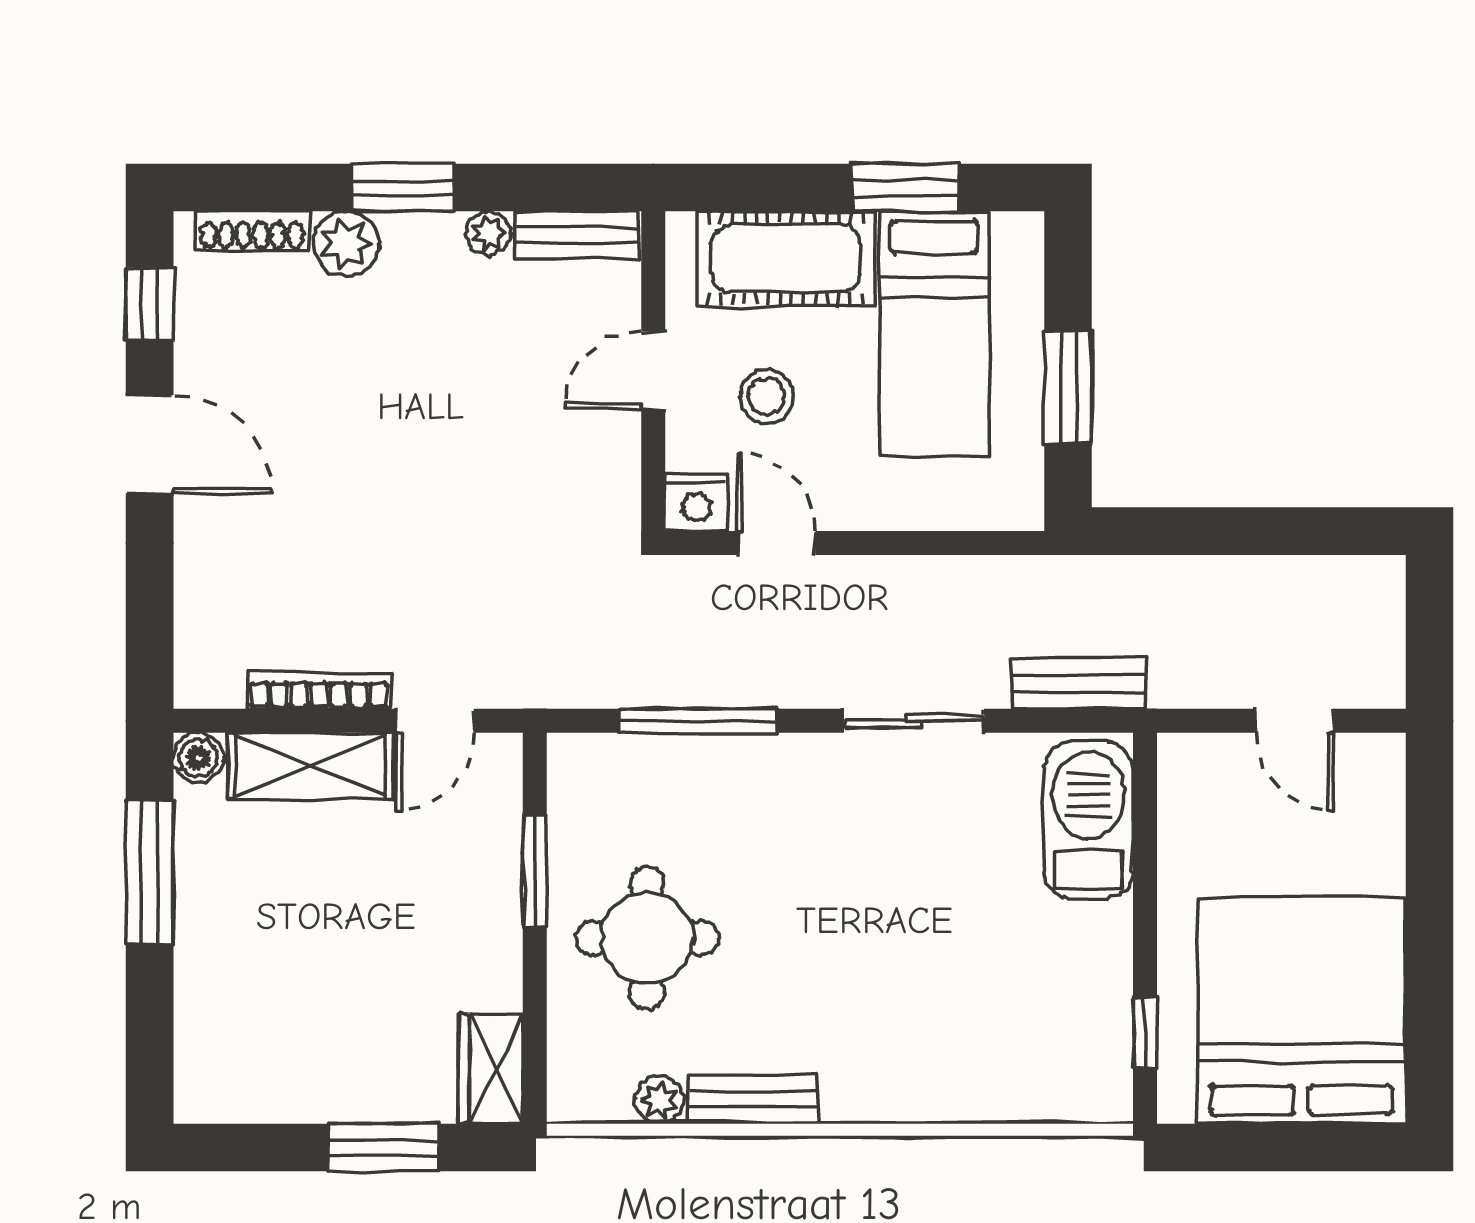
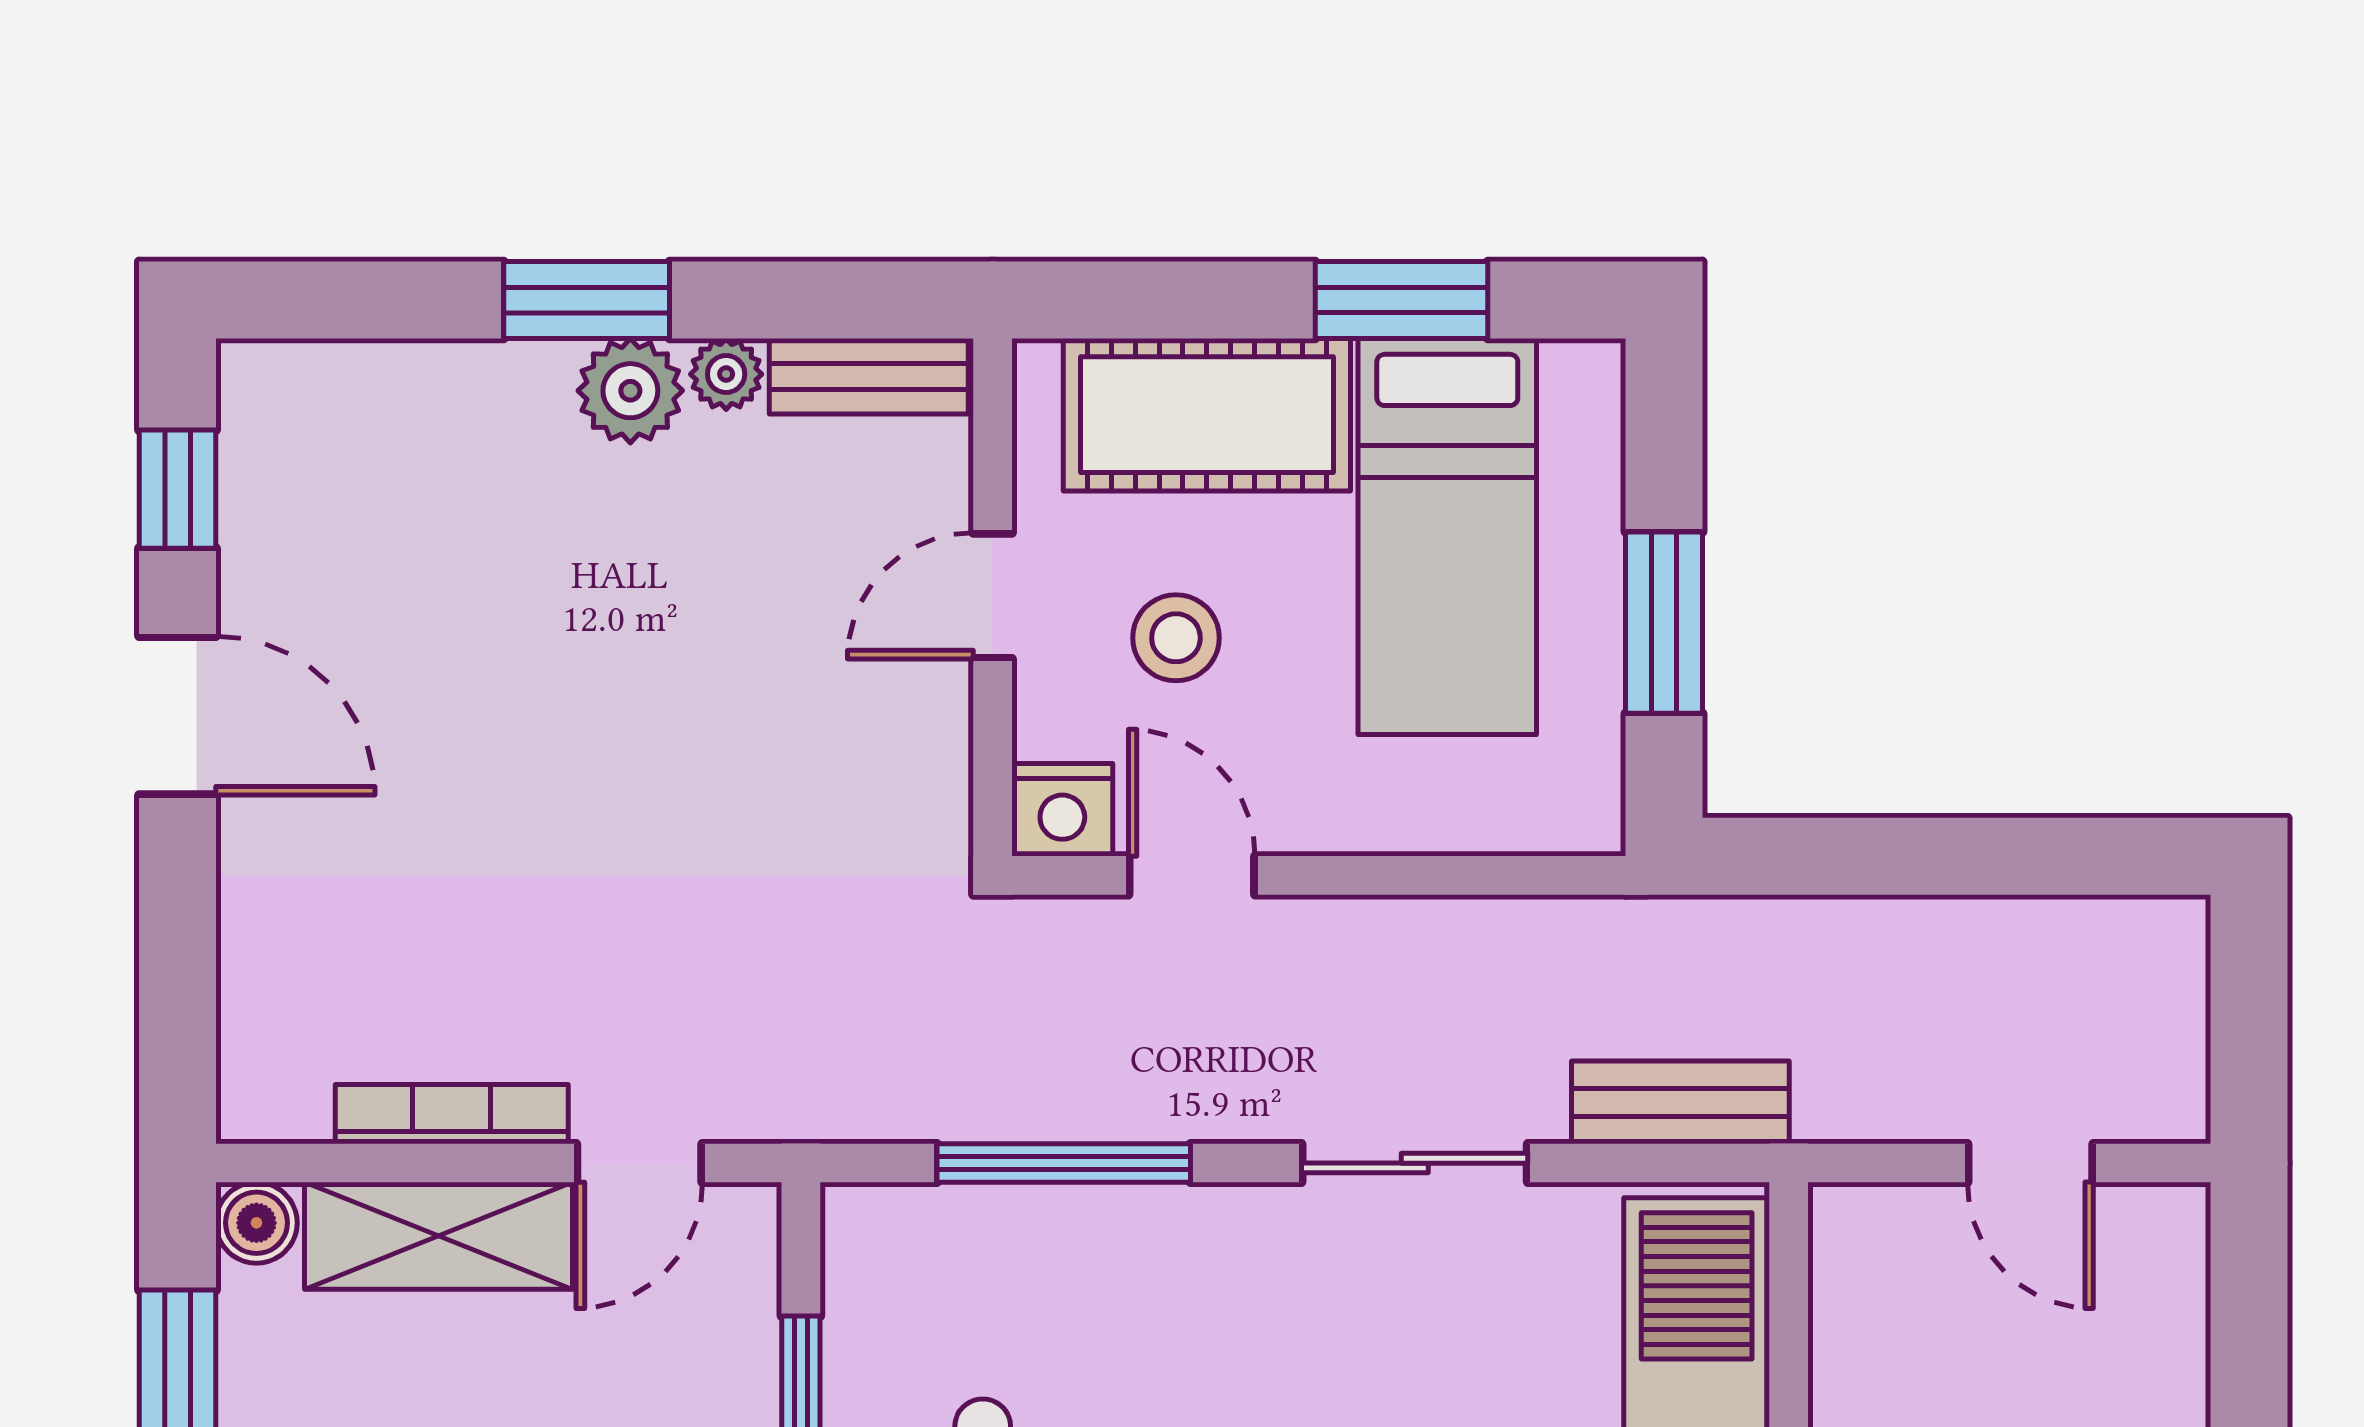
shoe rack: (252, 230) -> (343, 369), removed
plant: (346, 244) -> (630, 391), moved

